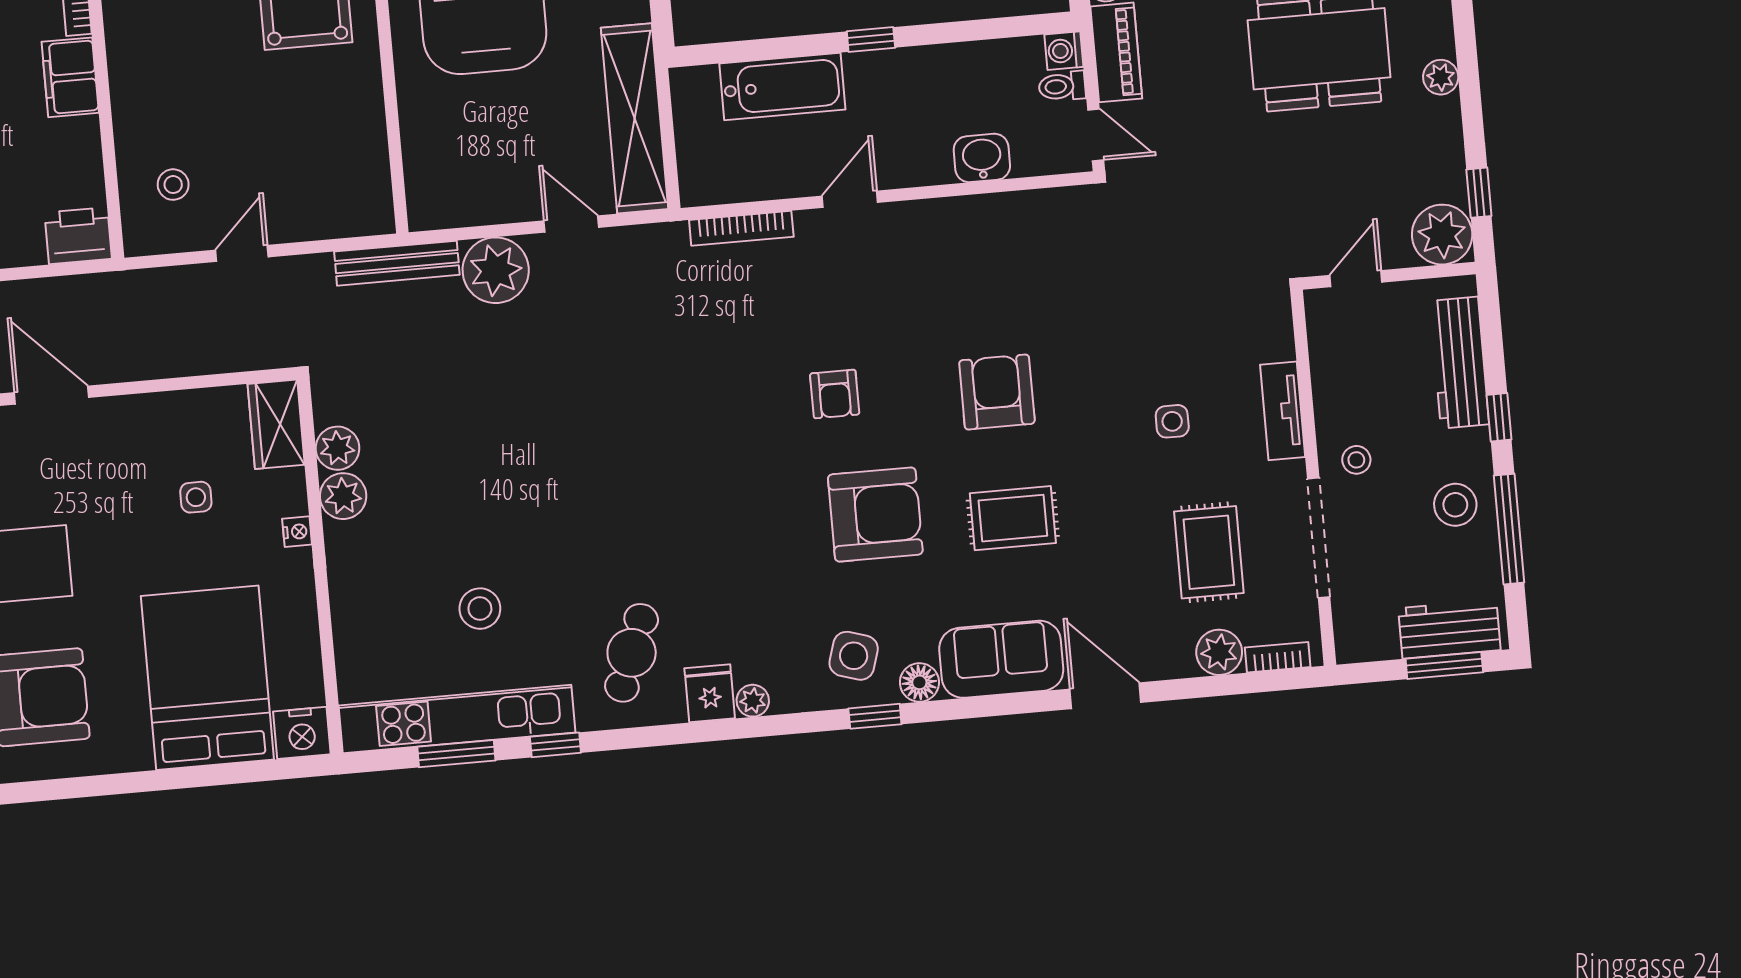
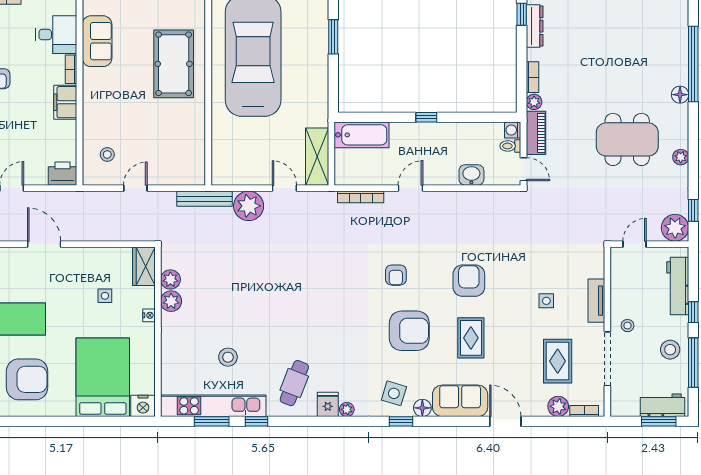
bathtub: (782, 87) -> (362, 135), moved
shelving: (635, 118) -> (317, 157), width x0.68
rug: (1013, 518) -> (471, 338), turned 90

